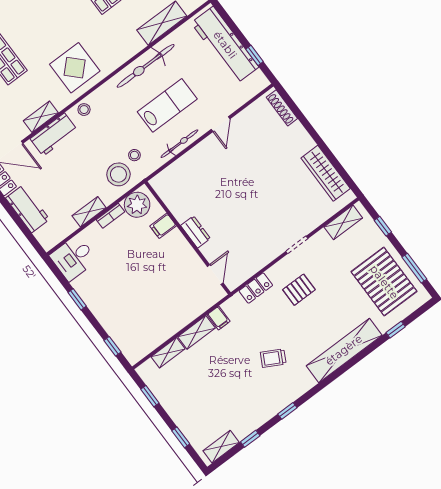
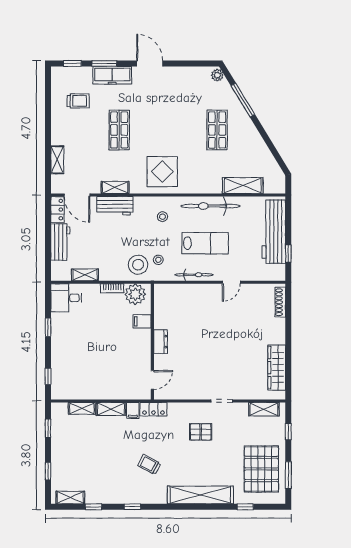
stool: (84, 110) -> (162, 217), moved
shelving: (89, 212) -> (85, 275), moved
locker: (256, 288) -> (153, 409), moved

